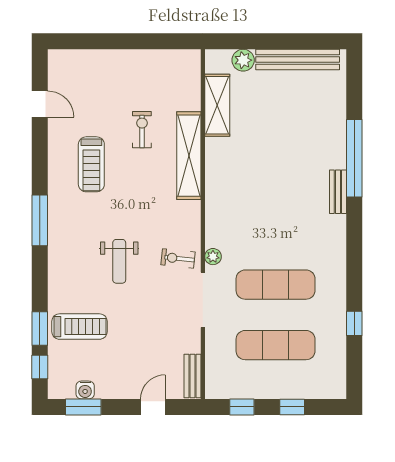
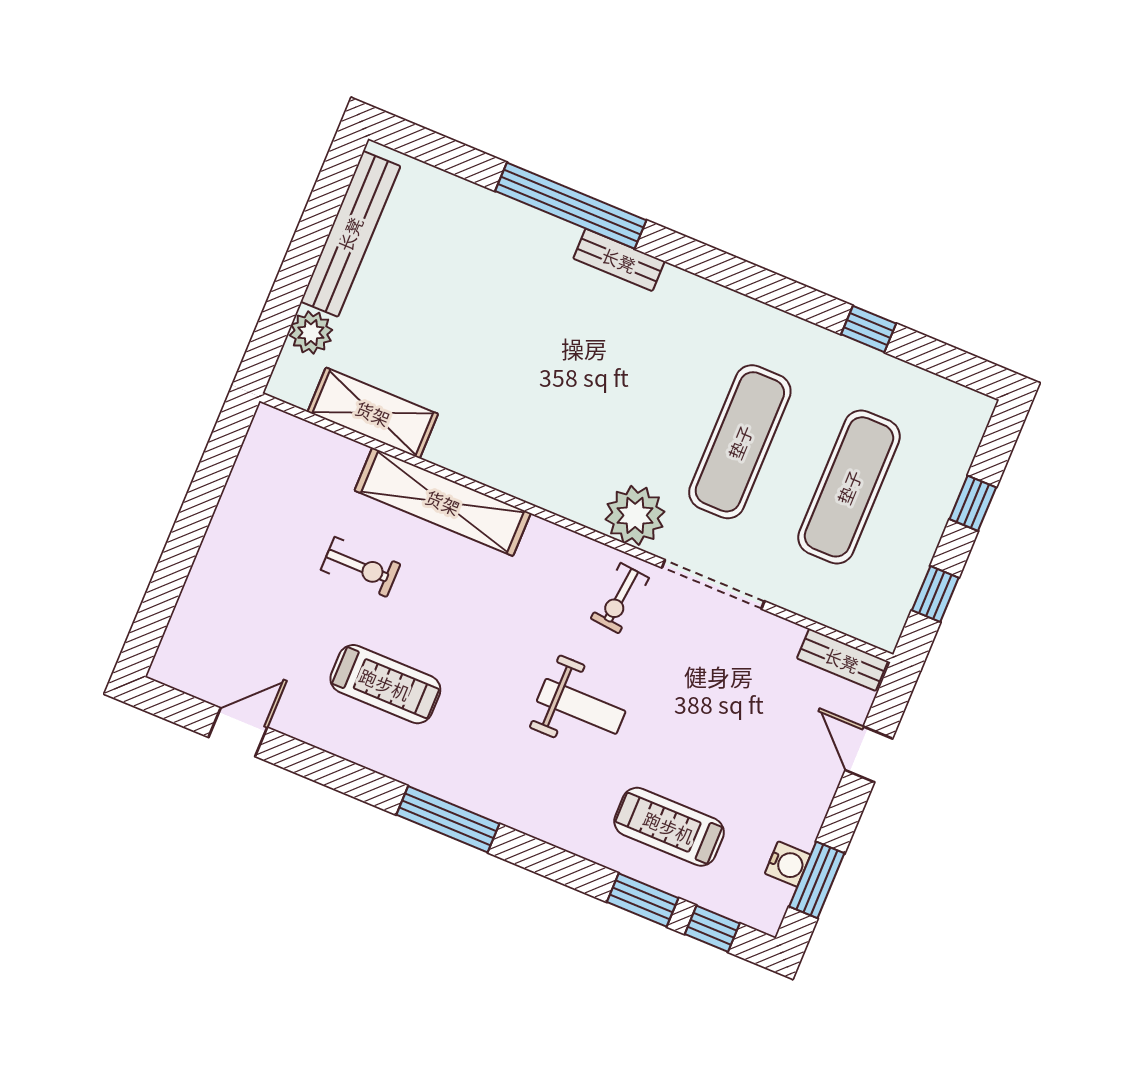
exercise bike: (142, 130) -> (361, 567), turned 180
plant: (213, 257) -> (635, 515), width x1.88, depth x1.88
treadmill: (79, 327) -> (669, 827), turned -90

